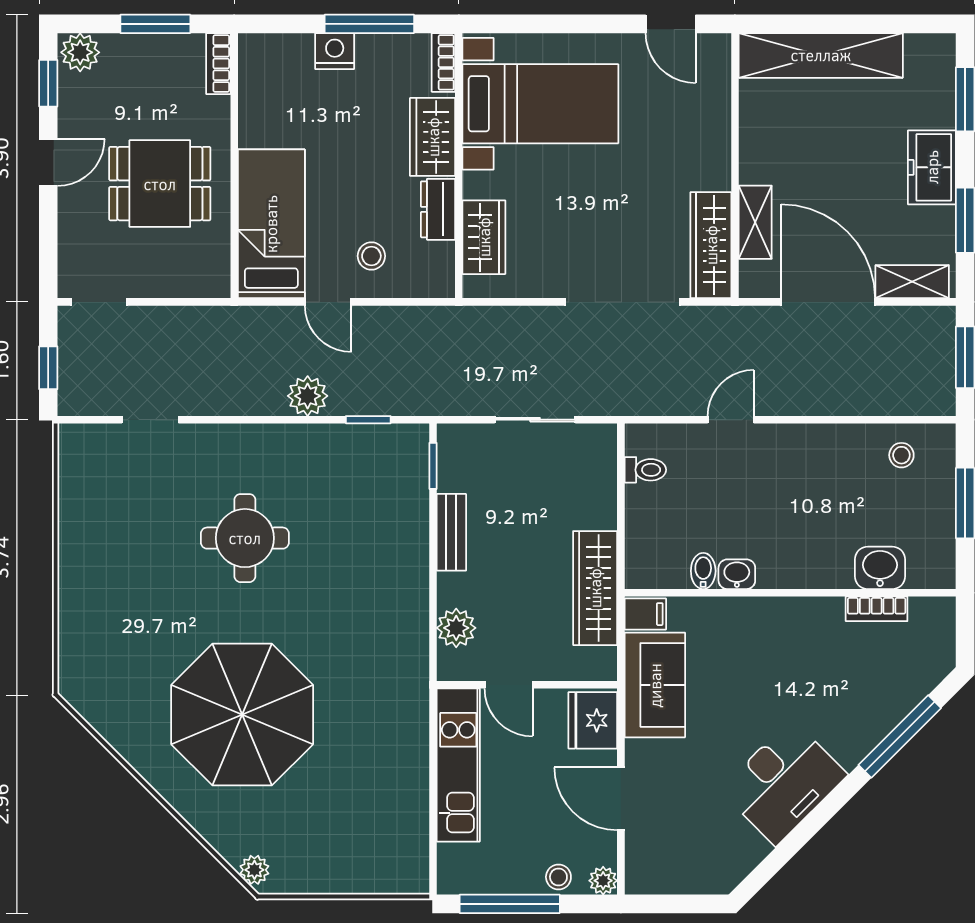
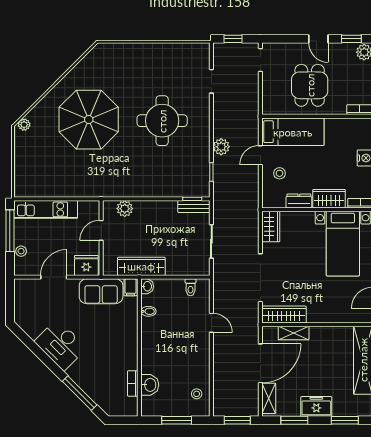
wardrobe: (484, 237) -> (271, 227), moved, turned -90
bench: (451, 532) -> (194, 207), moved
round table: (245, 538) -> (162, 121), width x1.36, depth x1.36
washbasin: (737, 574) -> (147, 286), moved
kitchen unit: (458, 765) -> (46, 209), moved
plant: (603, 881) -> (20, 270), removed

